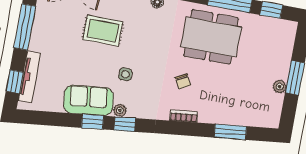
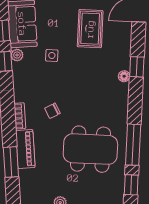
dining table: (211, 37) -> (90, 149), moved, turned 90
piano: (219, 115) -> (25, 149), added

